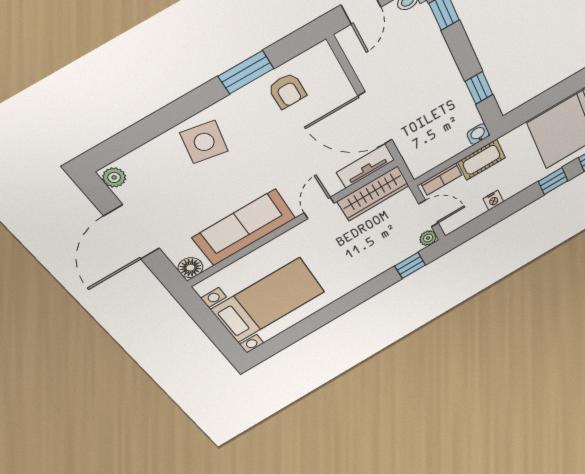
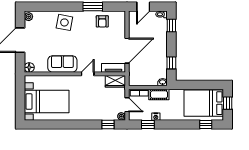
door: (375, 118) -> (127, 51), swing flipped
window: (553, 181) -> (148, 125), moved
wardrobe: (373, 194) -> (115, 81), width x0.67
sofa: (244, 228) -> (62, 64), width x0.73

